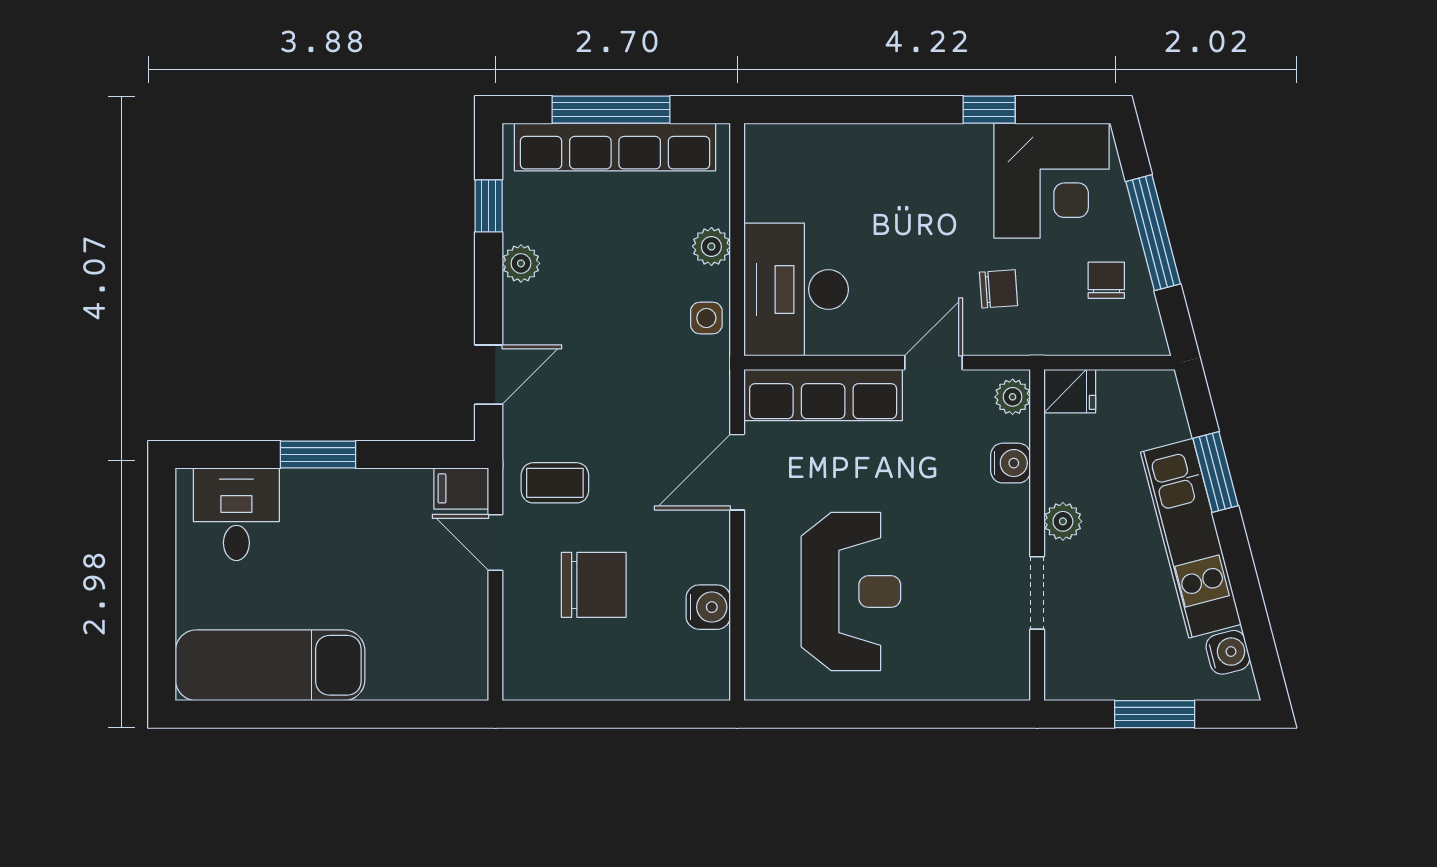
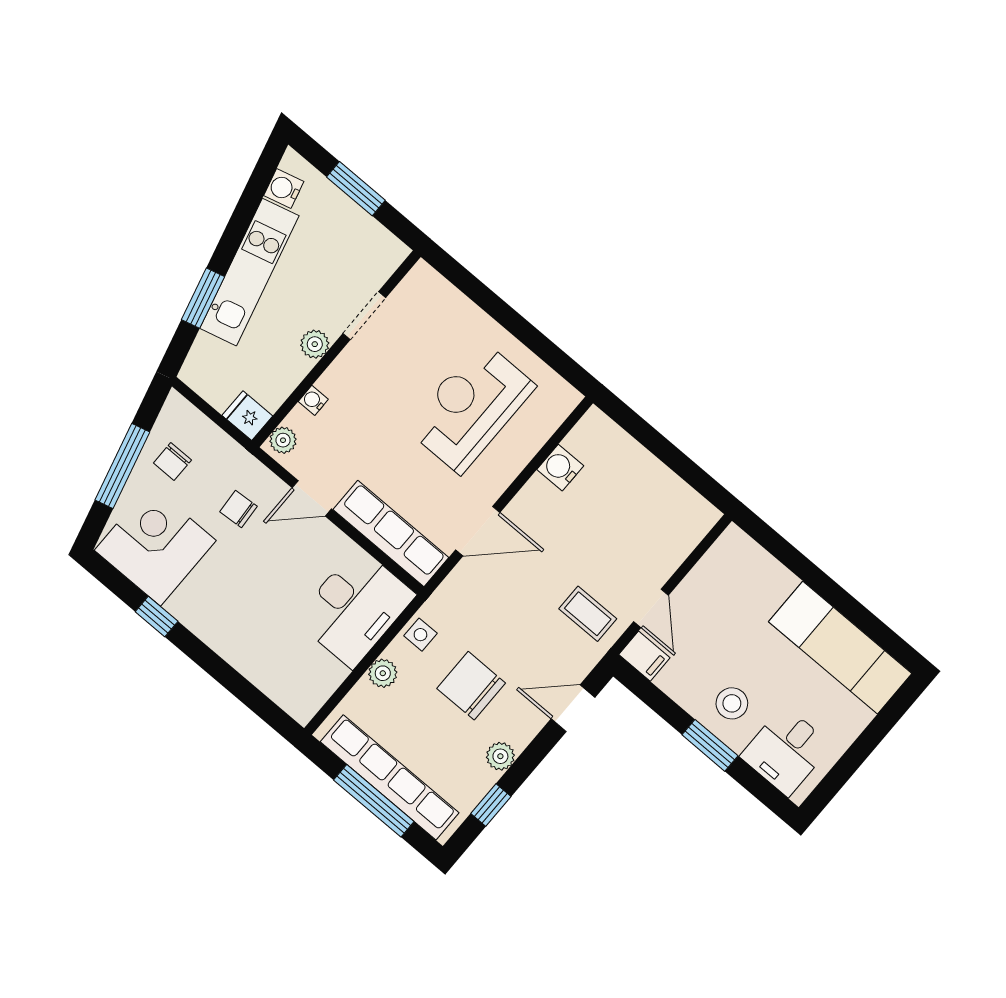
water cooler: (1011, 463) -> (313, 400), width x0.72, depth x0.72
stool: (332, 516) -> (732, 703), added
chair: (594, 585) -> (471, 686), moved

